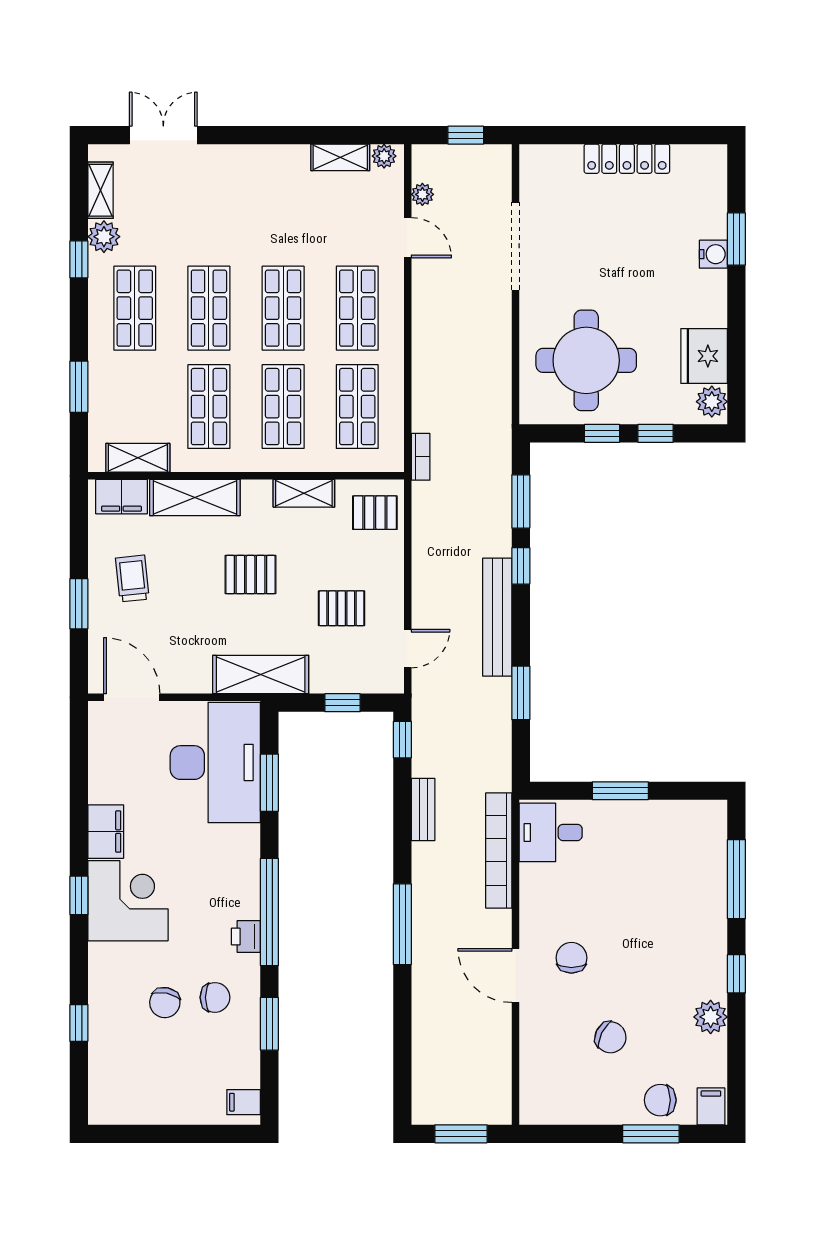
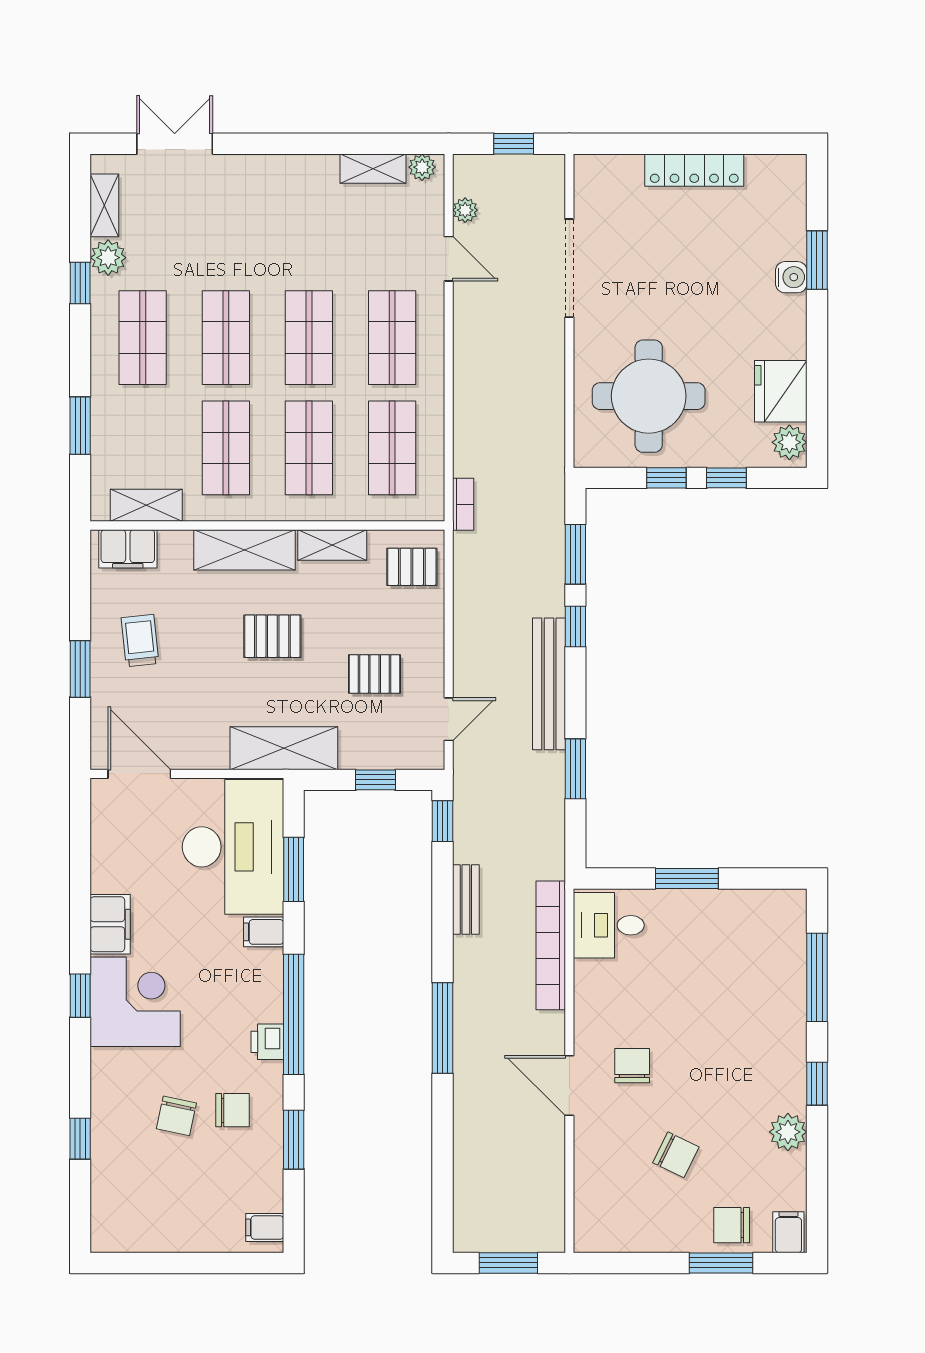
shelving: (195, 497) -> (245, 550), moved
filing cabinet: (243, 838) -> (264, 932), added

